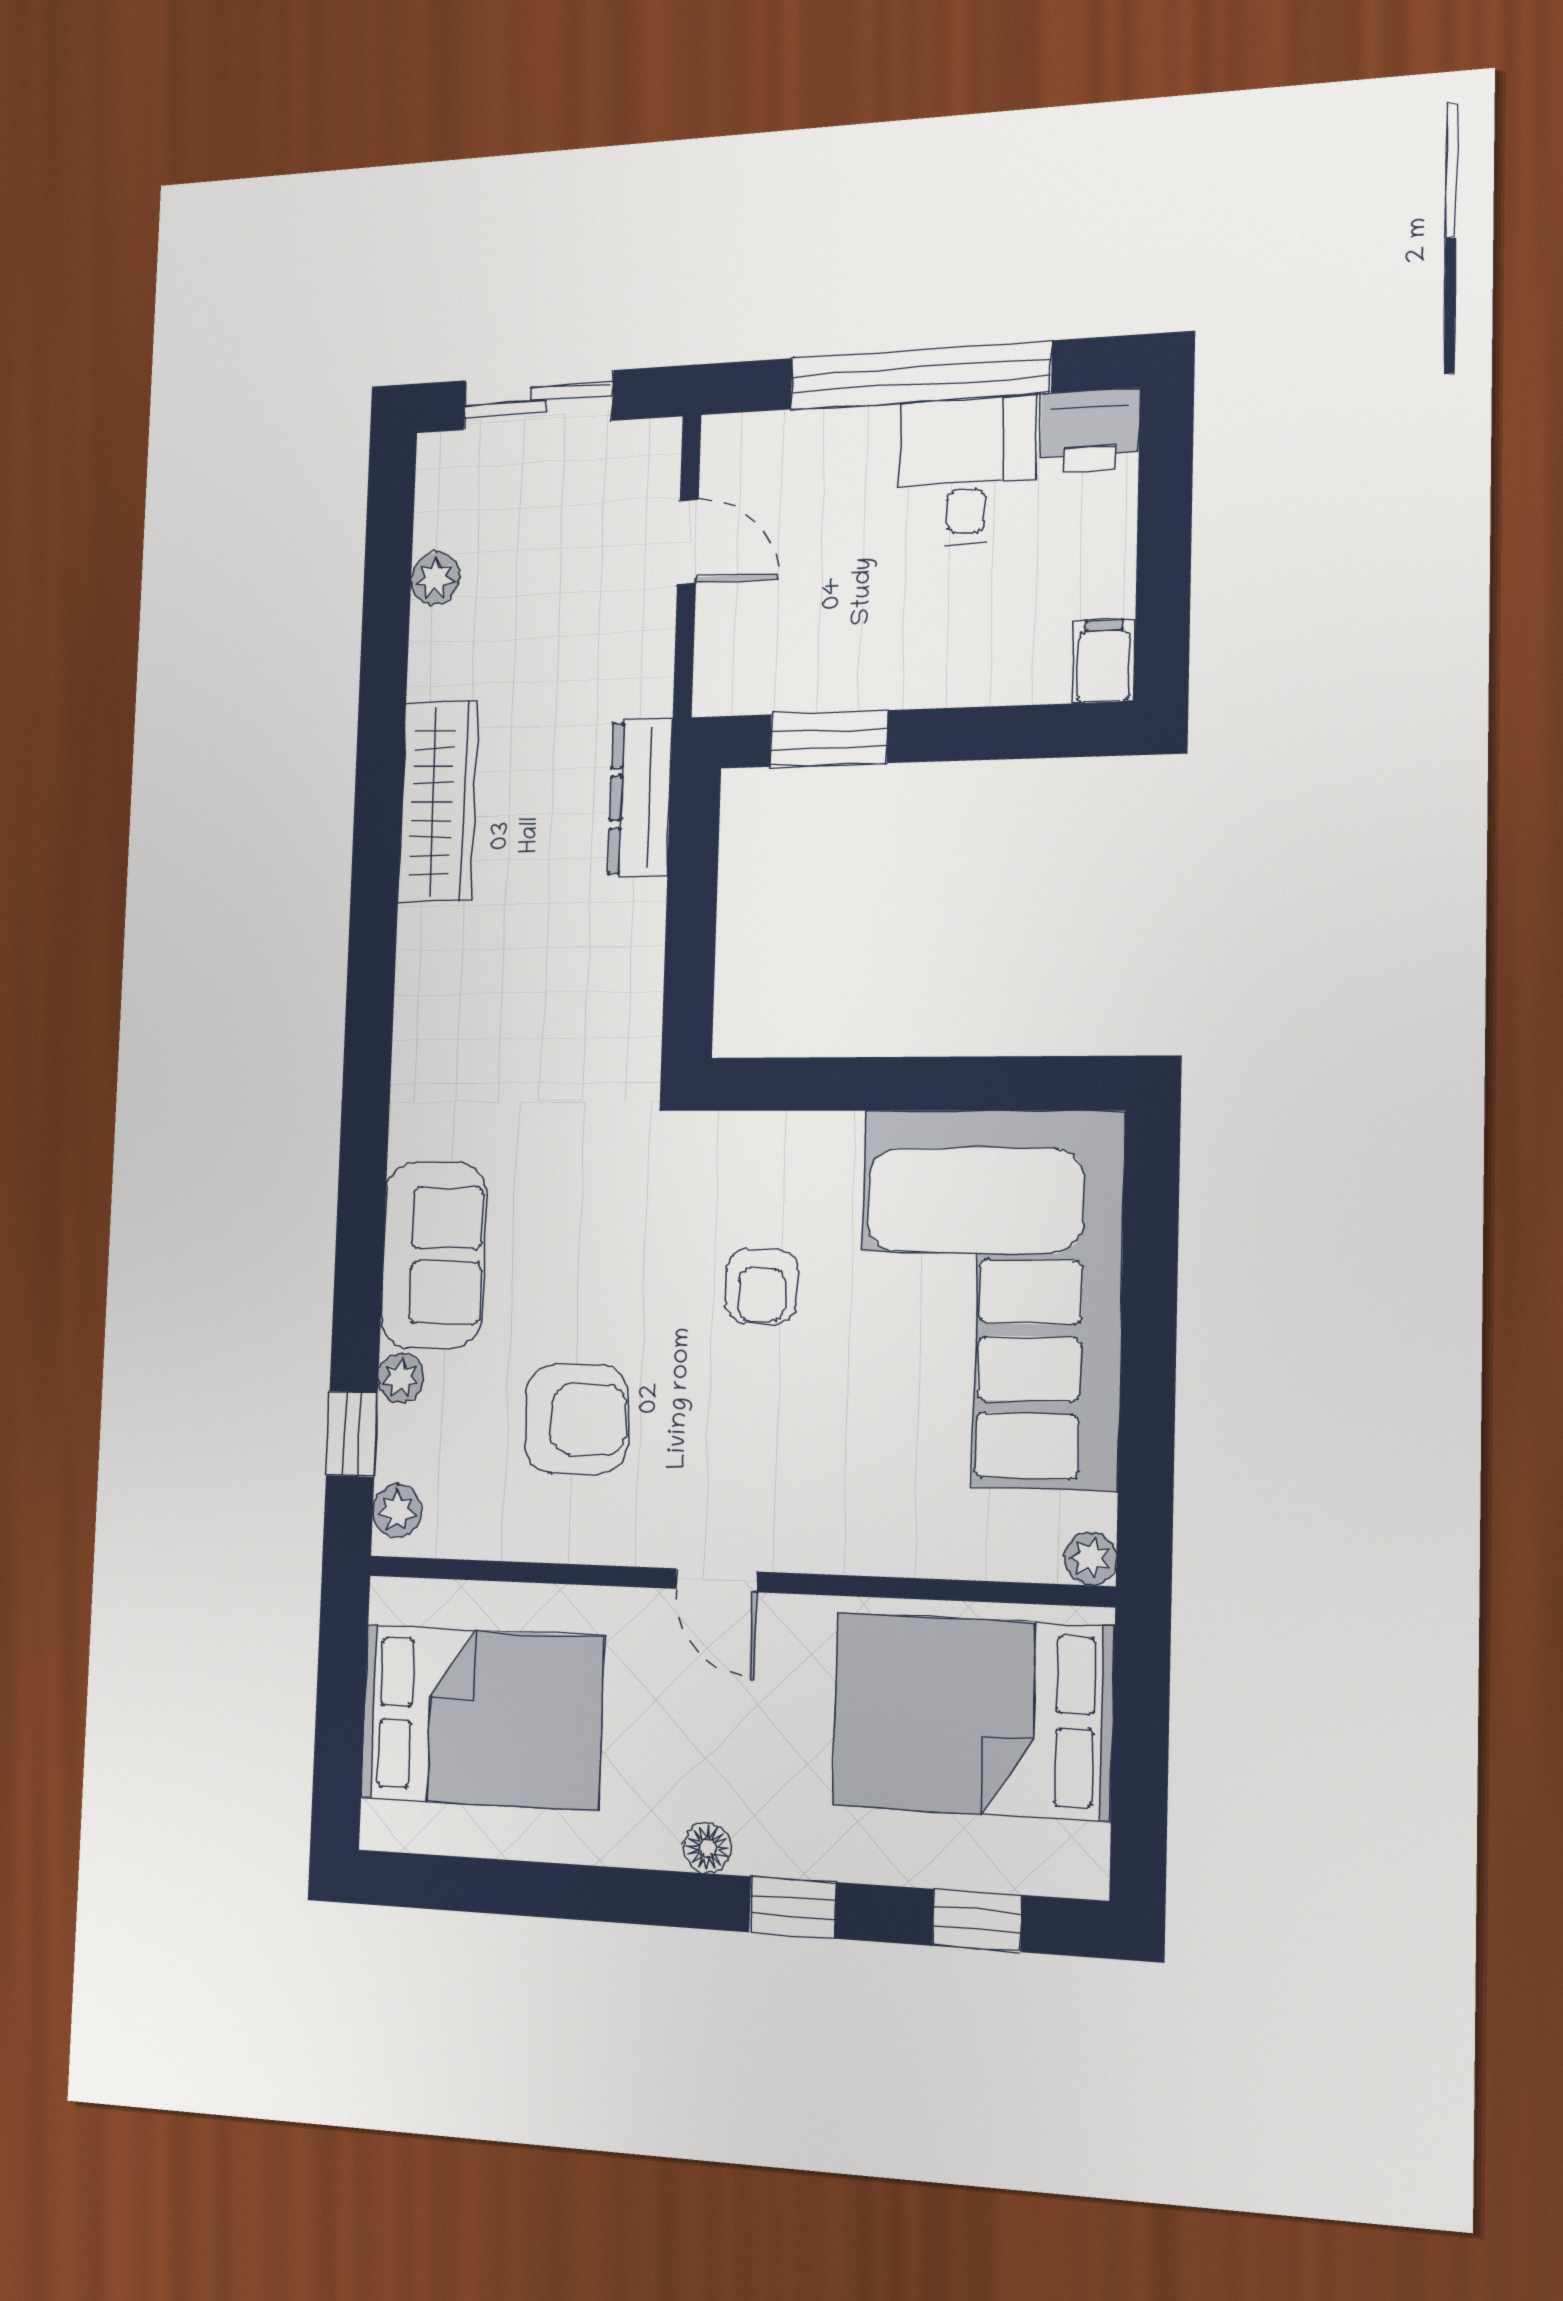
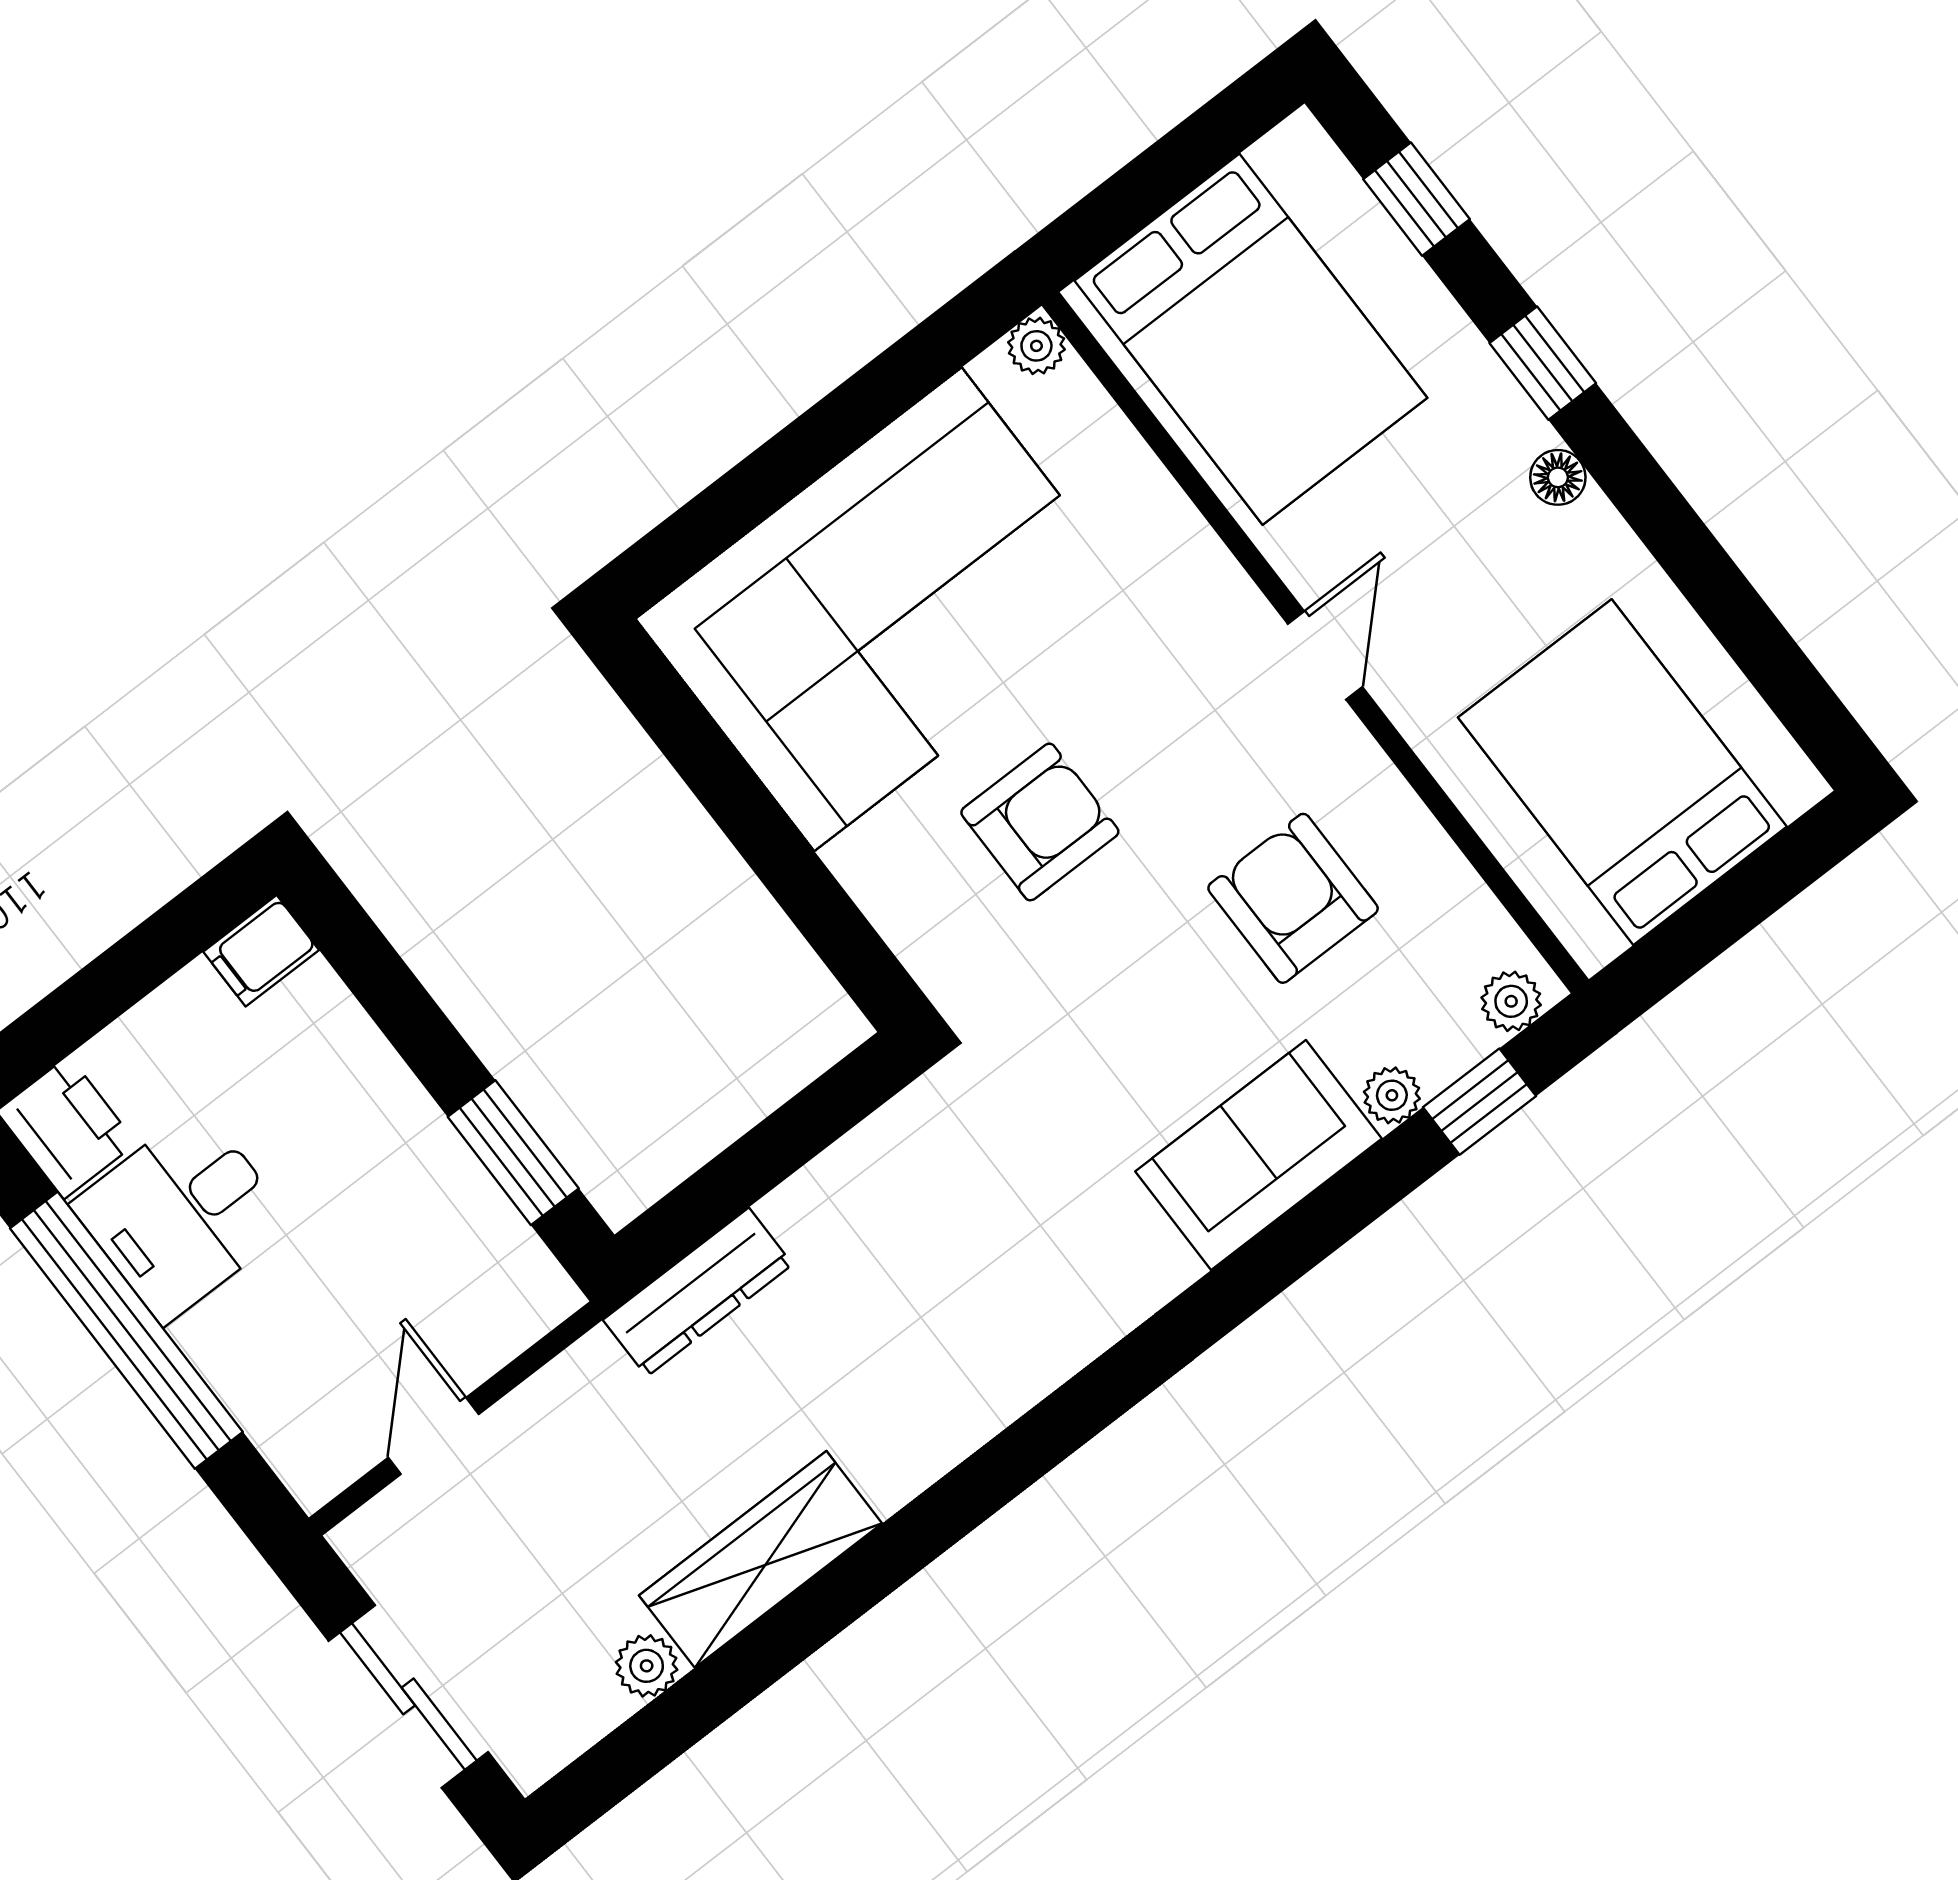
wardrobe: (438, 802) -> (761, 1559), moved
armchair: (762, 1286) -> (1040, 822), width x1.38, depth x1.38

